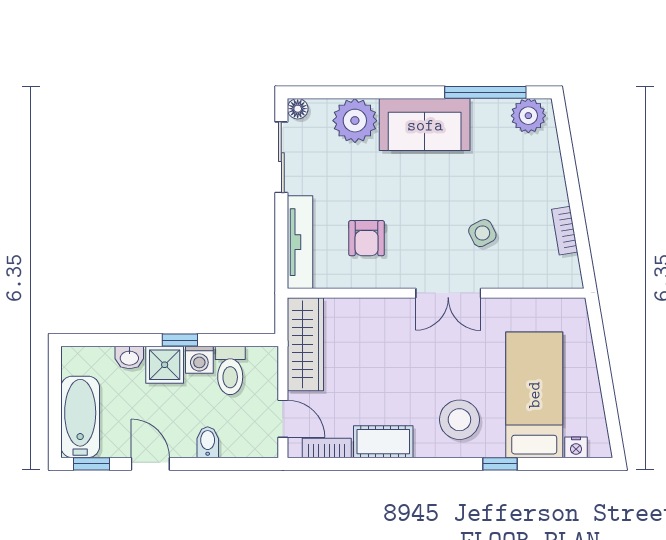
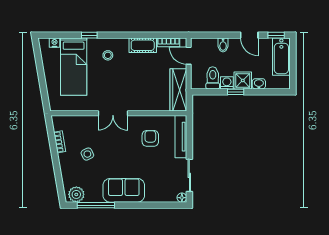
plant: (355, 121) -> (156, 192), removed
side table: (482, 233) -> (87, 154), moved
double door: (448, 293) -> (113, 113), swing flipped
stool: (459, 420) -> (108, 55), width x0.53, depth x0.53

